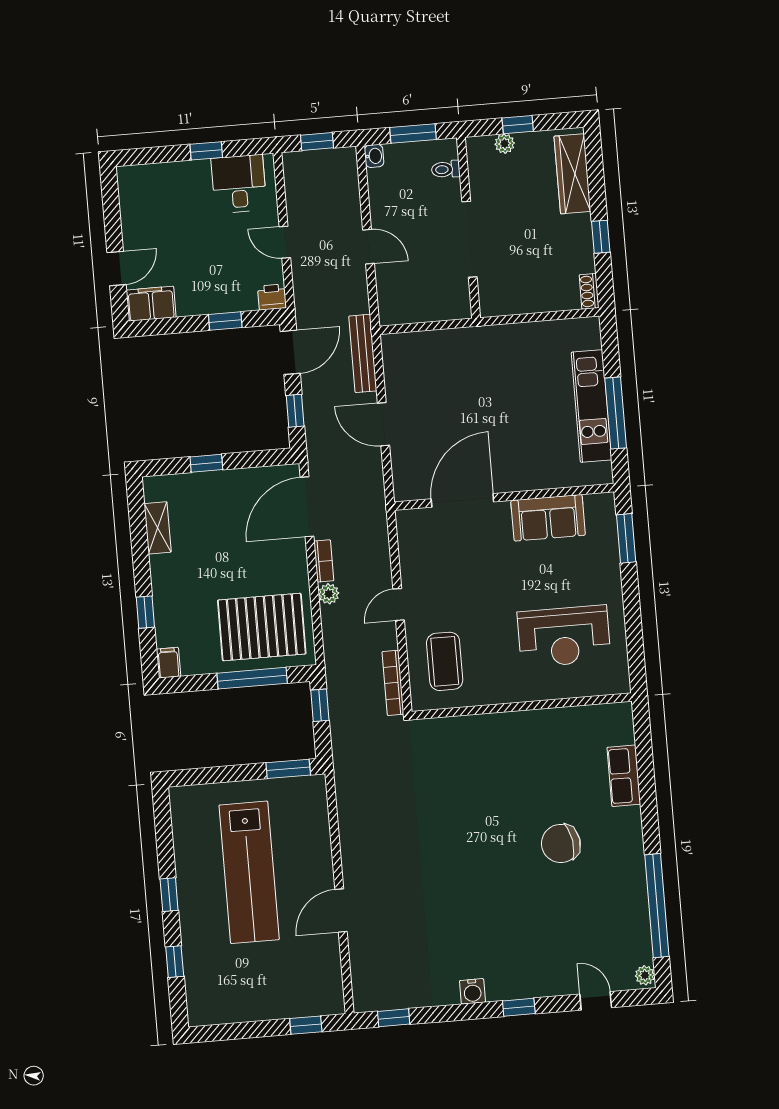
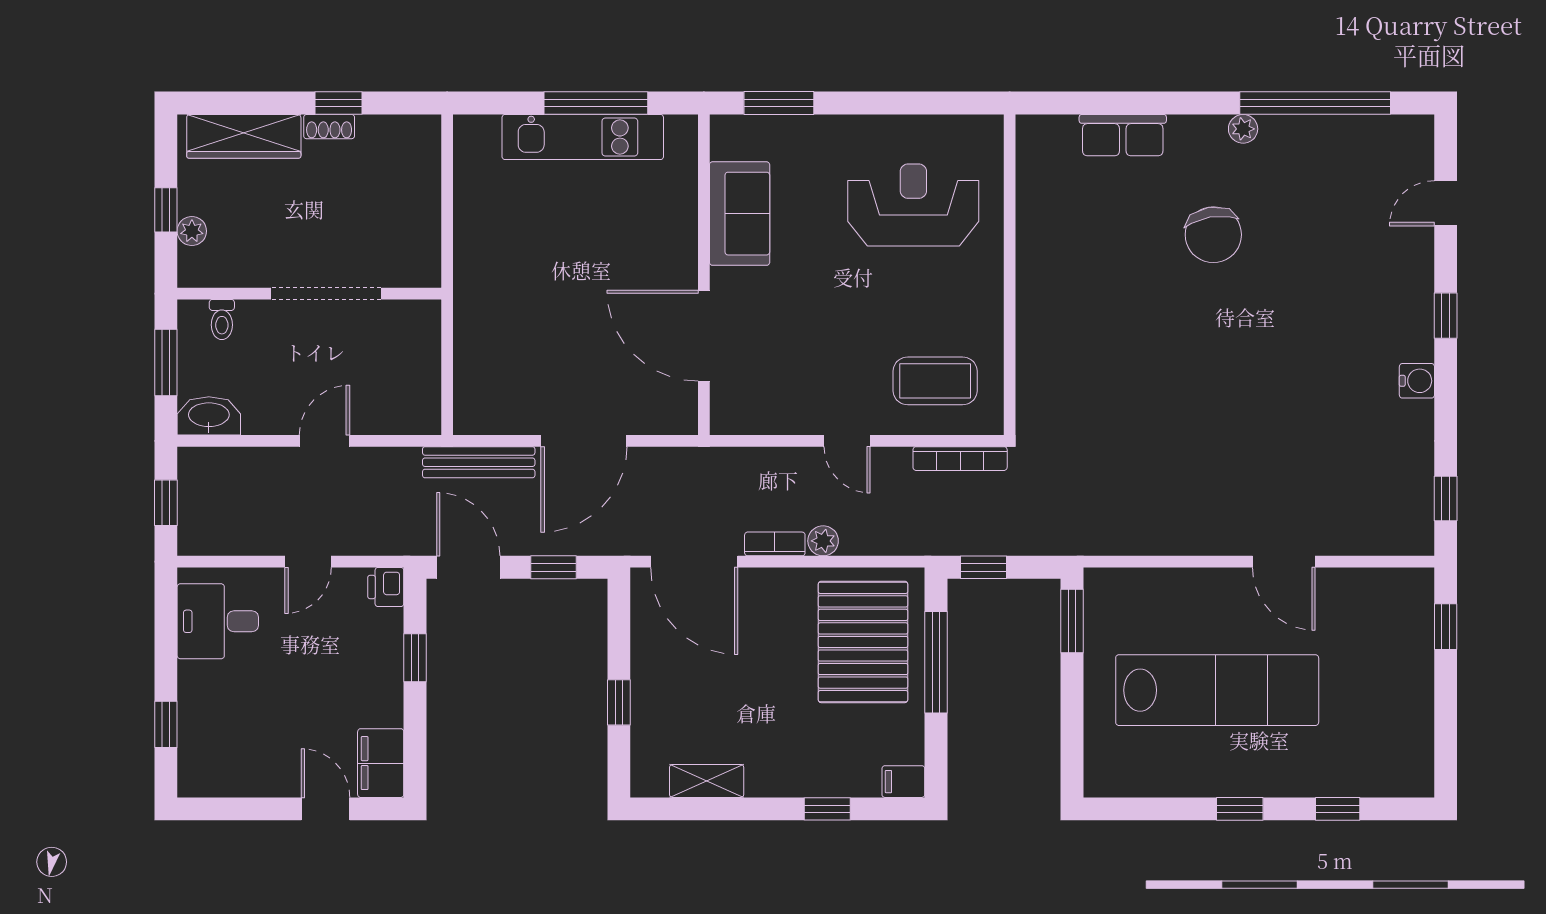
window: (206, 151) -> (166, 724), moved
washbasin: (374, 156) -> (209, 416), width x1.91, depth x1.45
shoe rack: (589, 291) -> (329, 127), moved
door: (383, 424) -> (584, 441), width x1.36
reception desk: (564, 636) -> (913, 205), turned -90
plant: (645, 975) -> (1243, 129), moved

